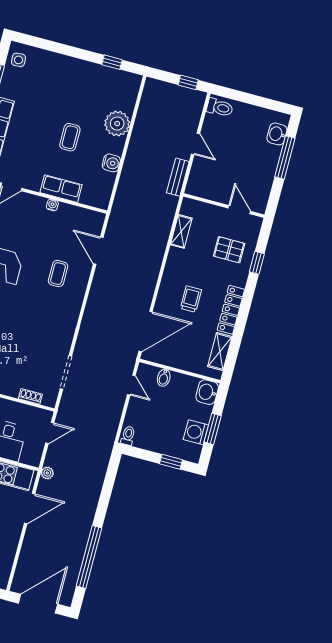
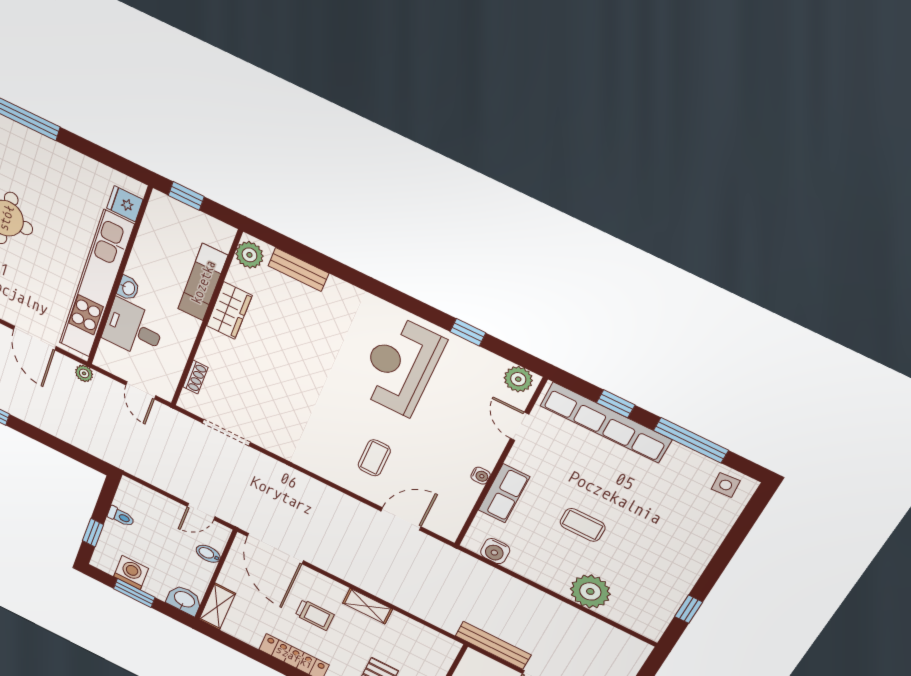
water cooler: (111, 163) -> (495, 551), moved
bench: (178, 177) -> (493, 645), width x1.36
shelving: (181, 231) -> (367, 606), moved
coffee table: (58, 274) -> (374, 458), turned 90
shelving: (220, 352) -> (217, 607), moved, turned 90
toilet: (128, 436) -> (121, 517), moved

